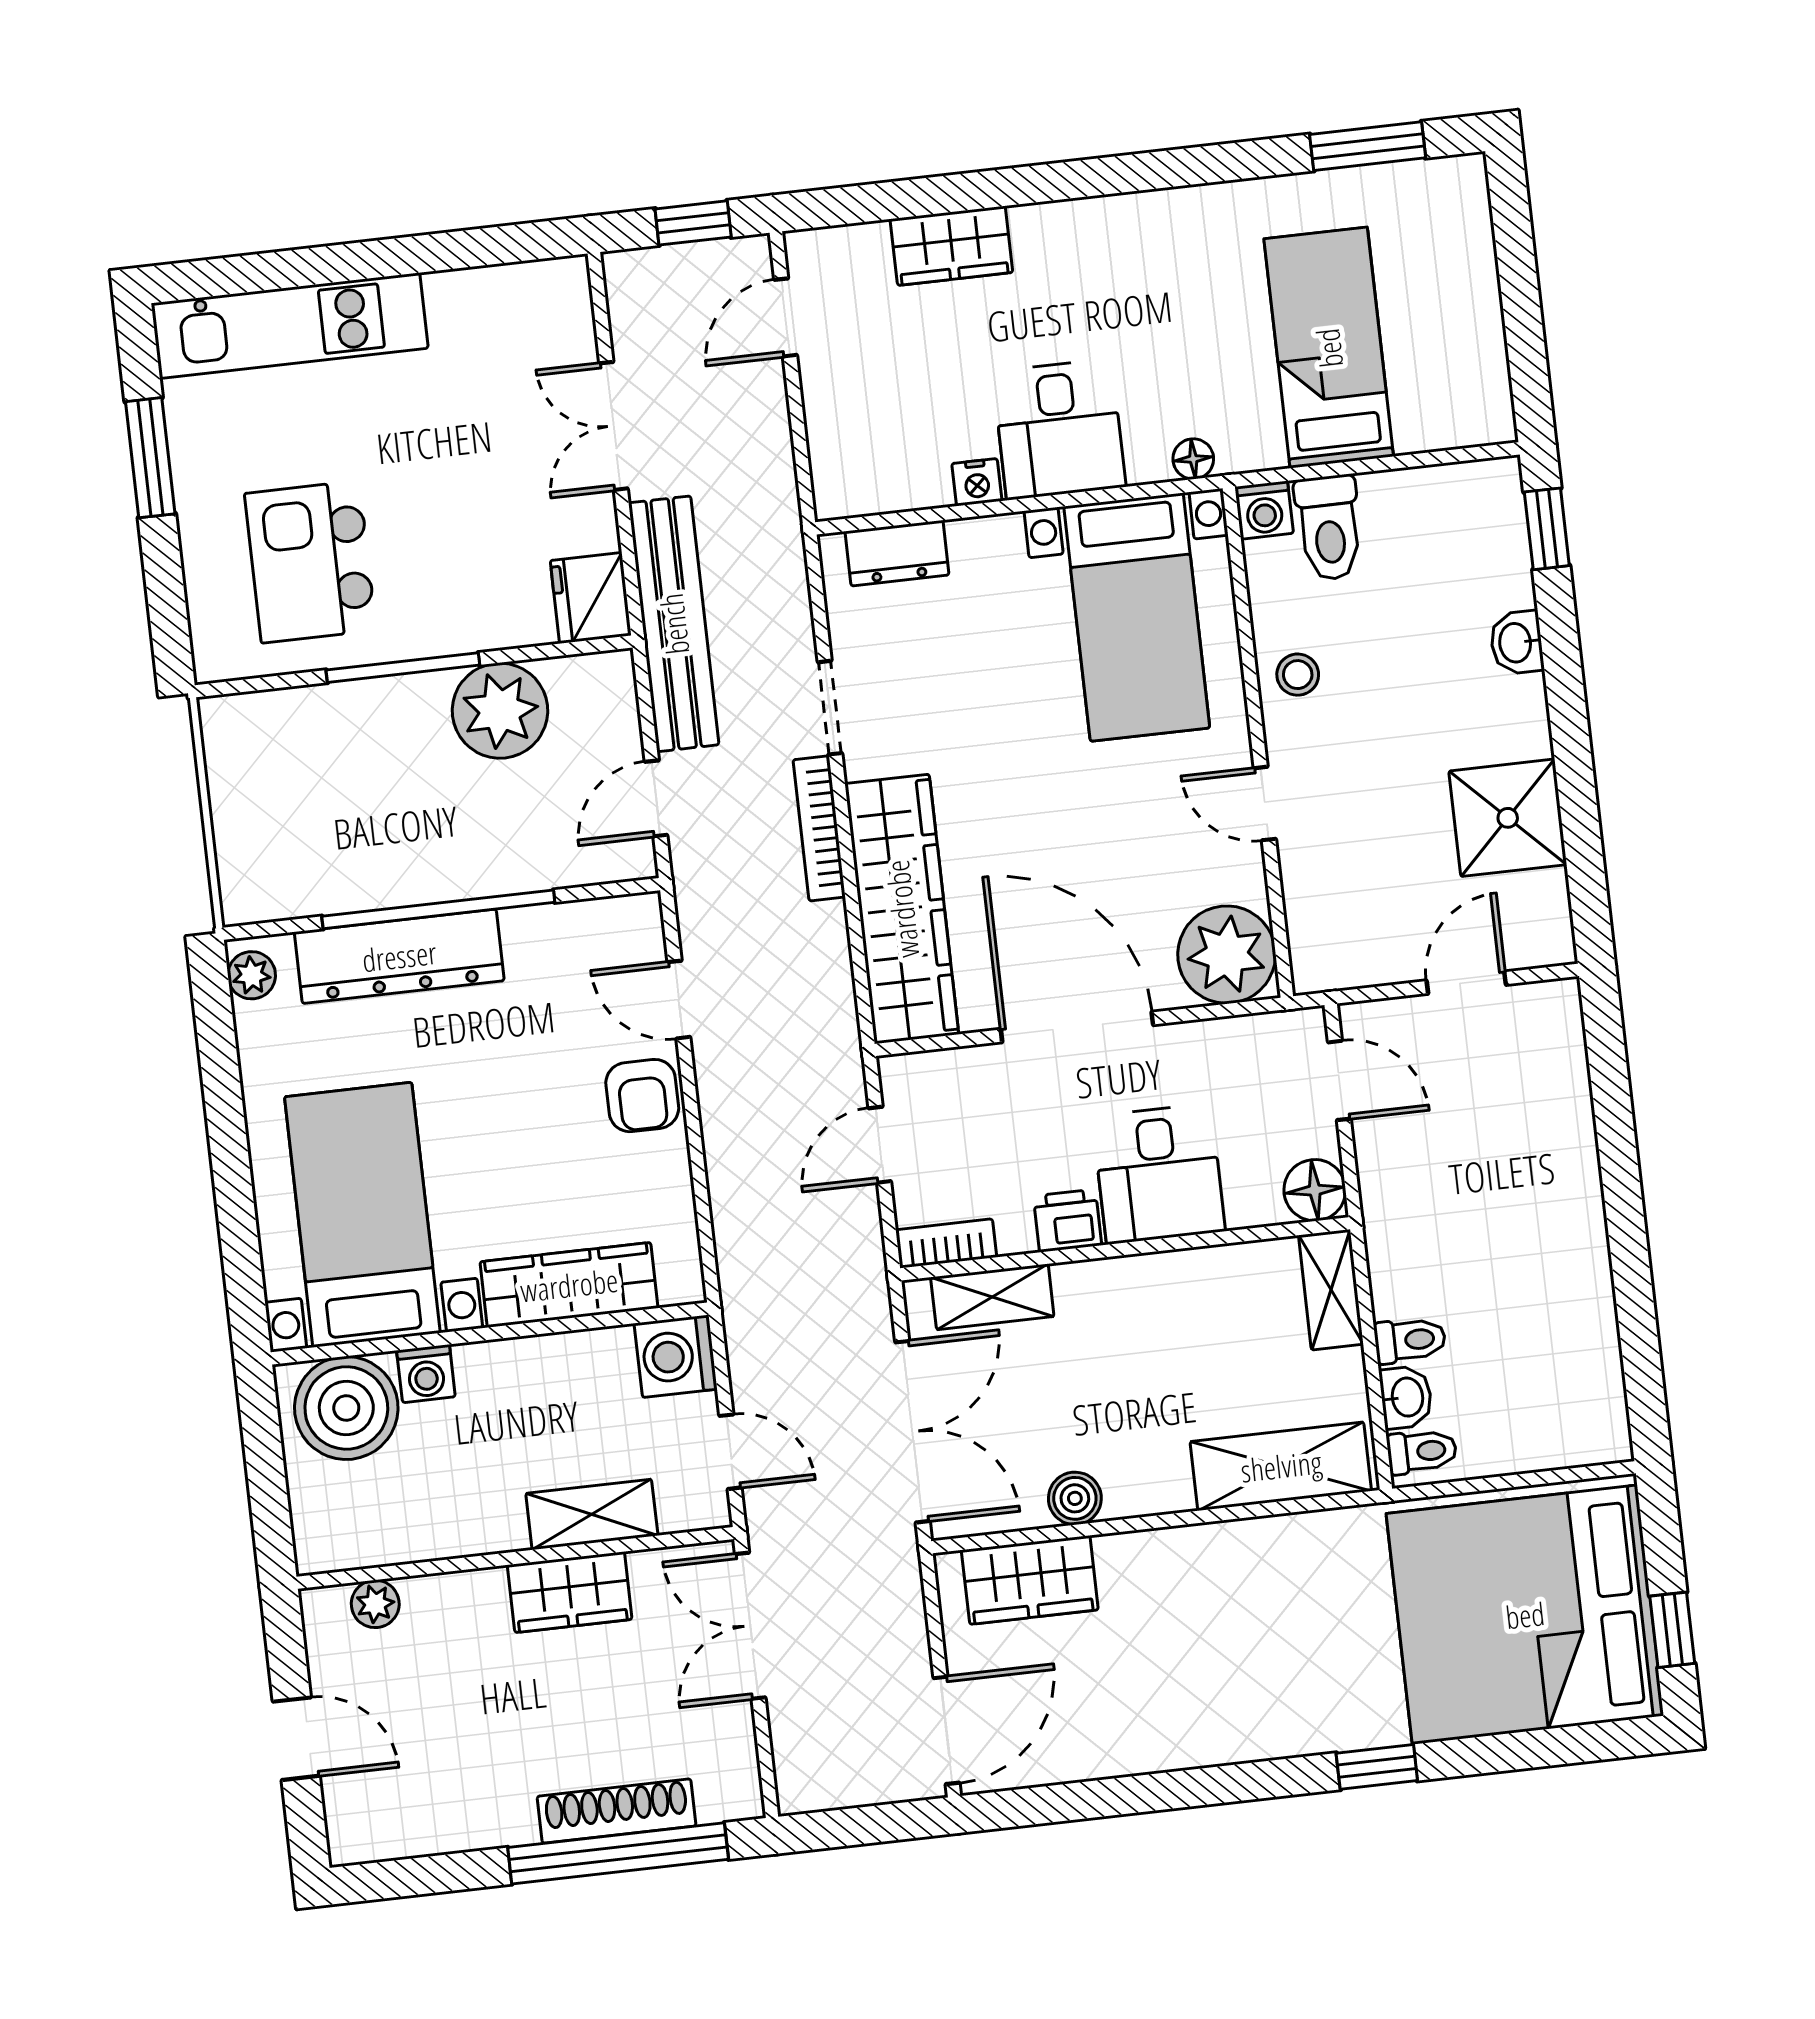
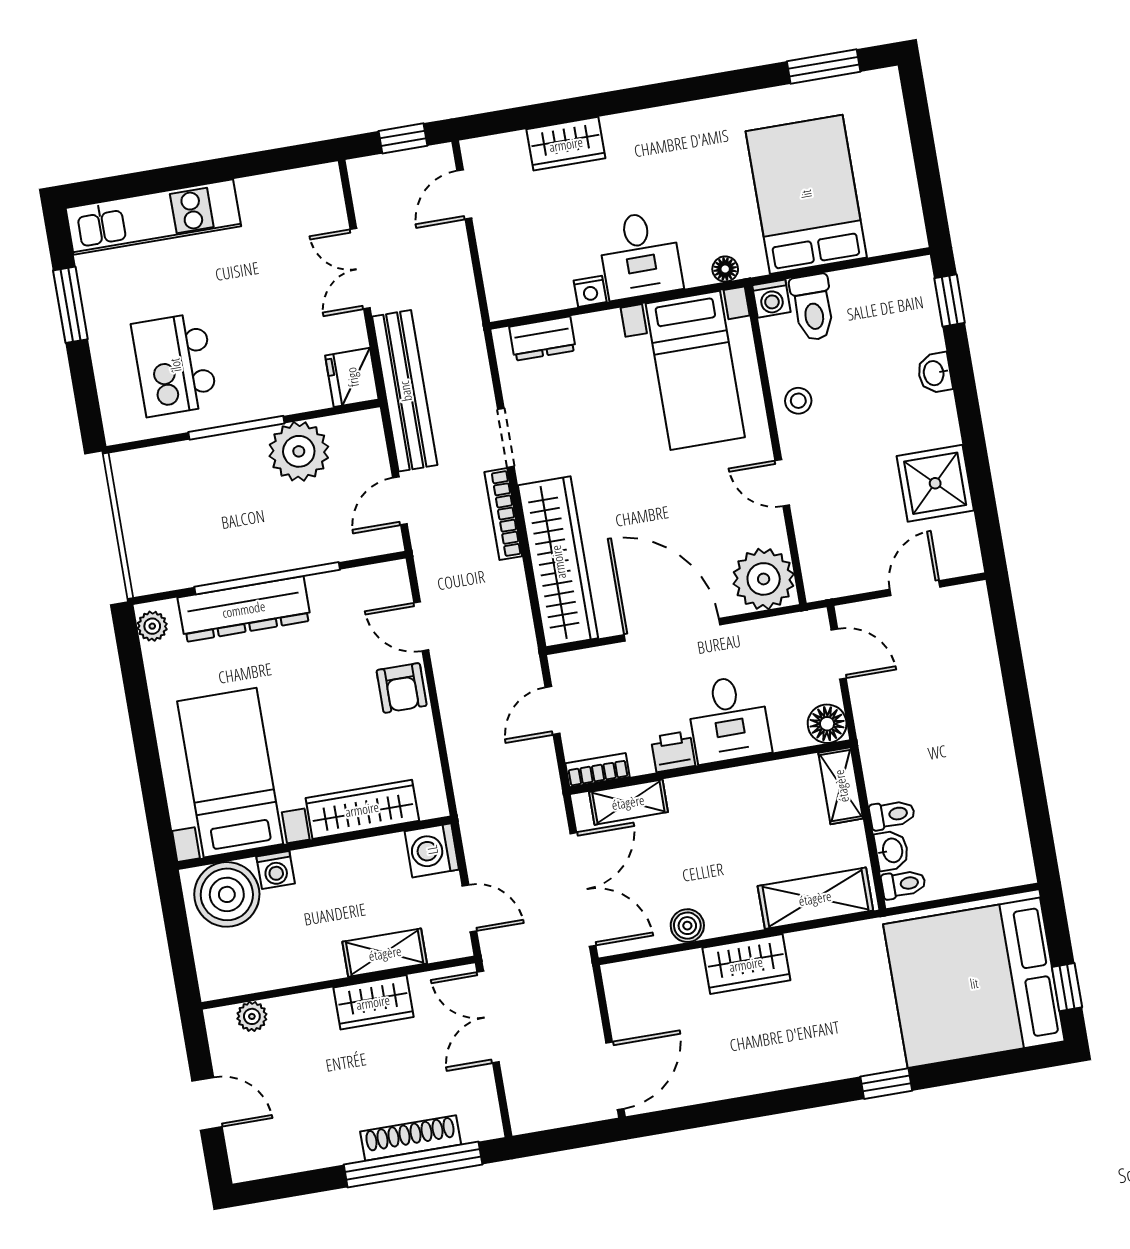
bed: (1329, 348) -> (806, 194), width x1.50
wardrobe: (1030, 1580) -> (746, 964), moved

